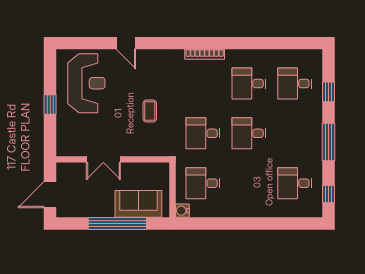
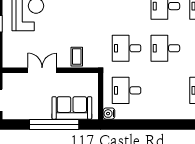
coffee table: (150, 111) -> (77, 57), moved
double door: (103, 159) -> (42, 70), swing flipped

